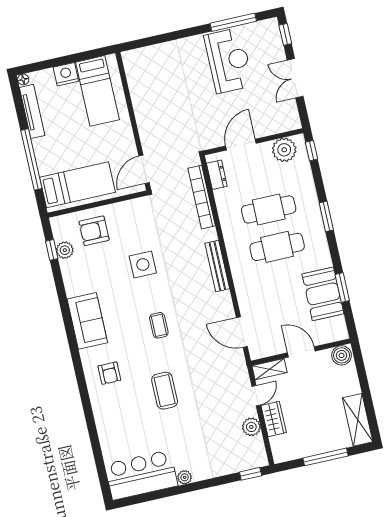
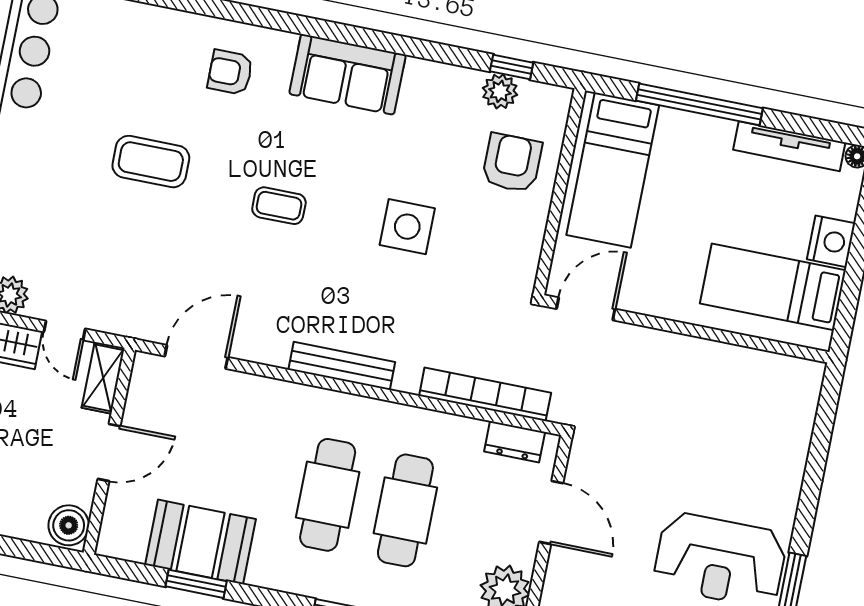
door: (144, 169) -> (586, 309), hinge flipped

